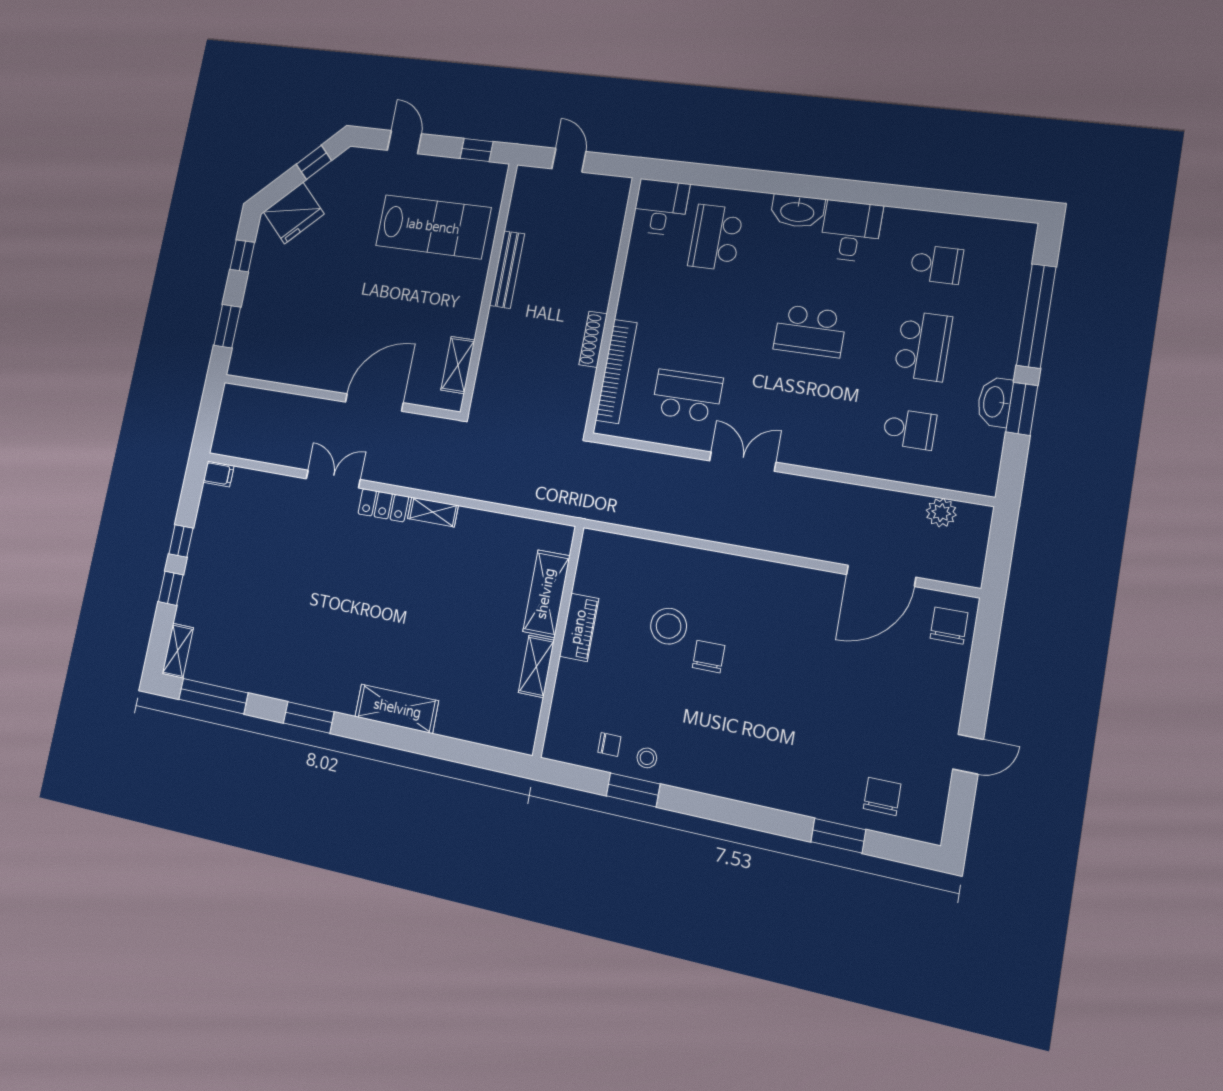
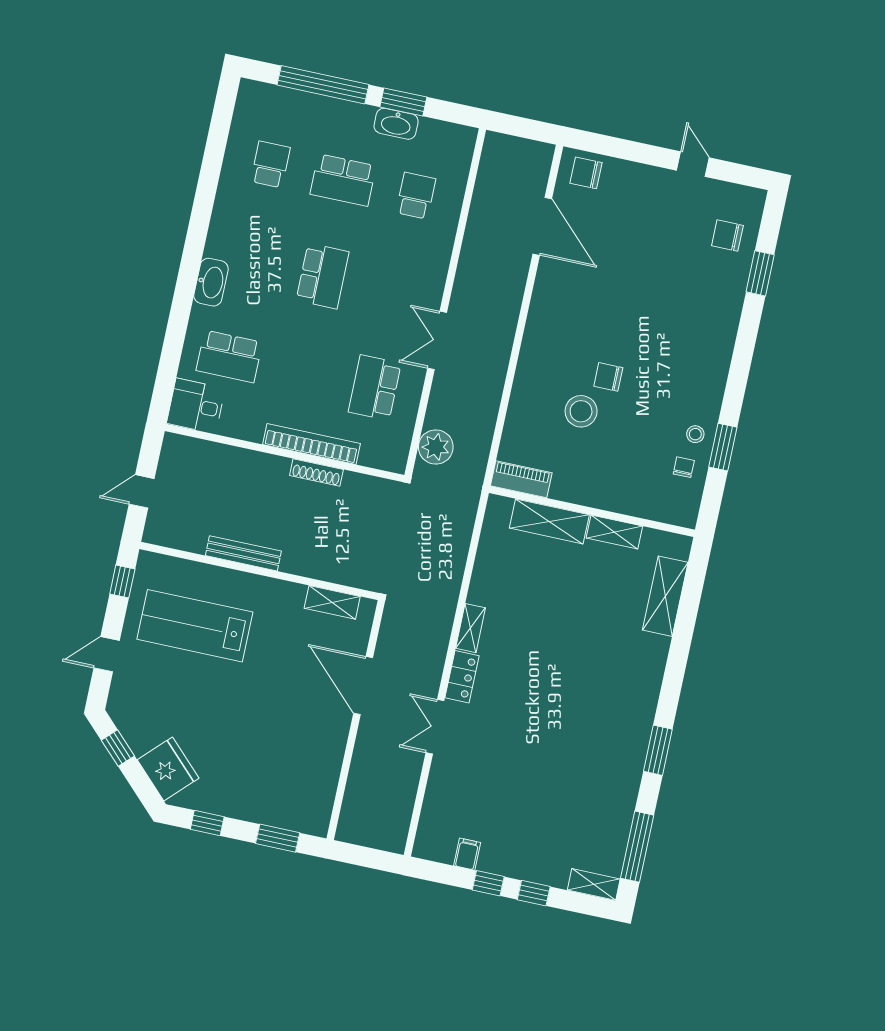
lab bench: (433, 227) -> (195, 626), turned -90
desk: (851, 231) -> (234, 236), removed
school desk: (923, 346) -> (343, 180), turned 180
bookcase: (616, 371) -> (311, 444), moved
filing cabinet: (219, 474) -> (467, 854), moved
plant: (941, 513) -> (436, 447), moved, width x1.36, depth x1.36
piano: (579, 627) -> (521, 479), moved
shelving: (397, 709) -> (665, 596), moved

